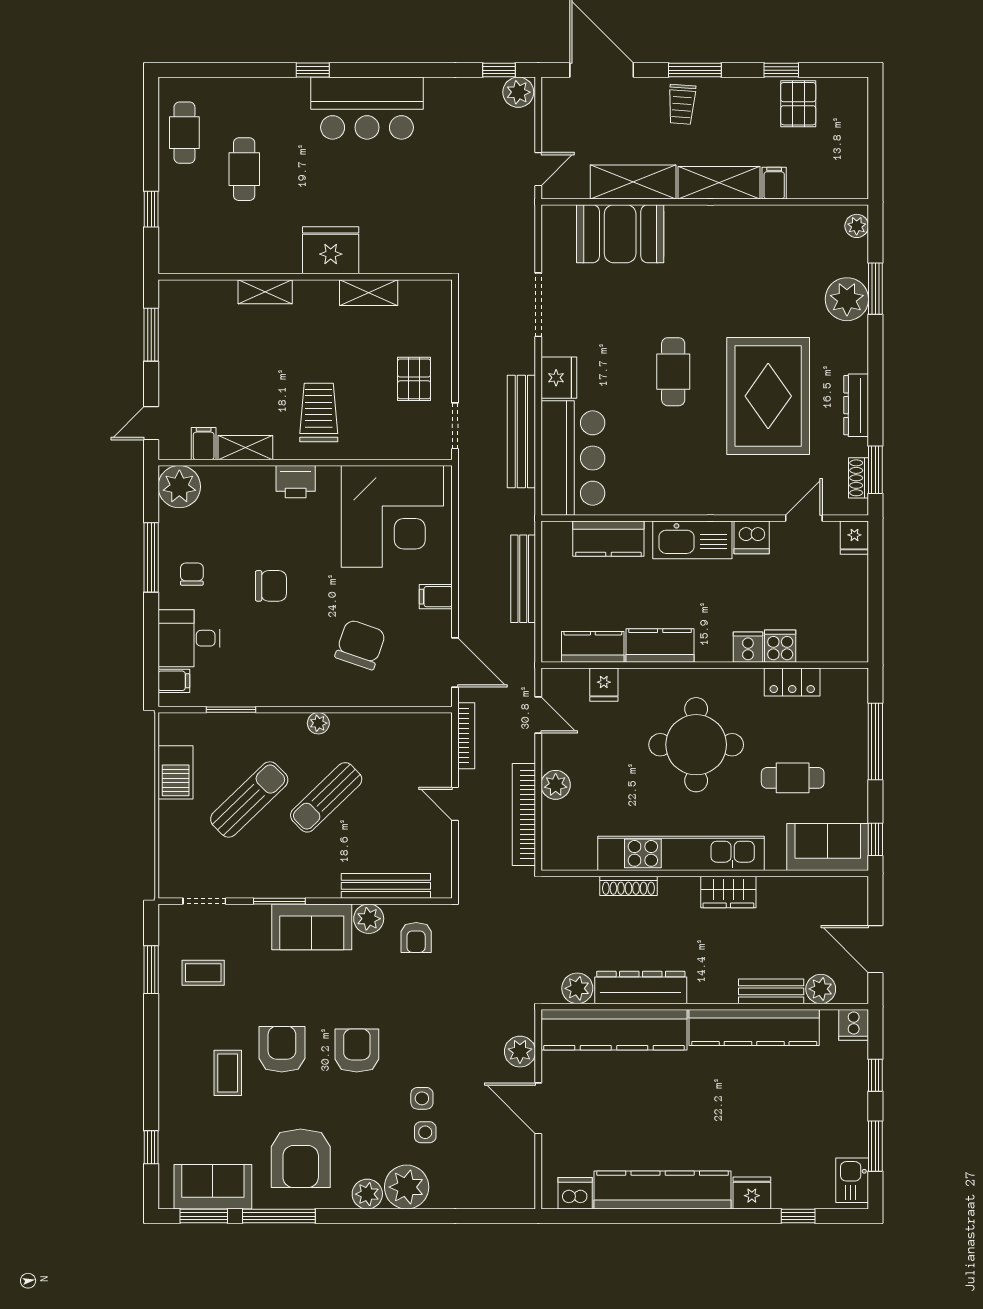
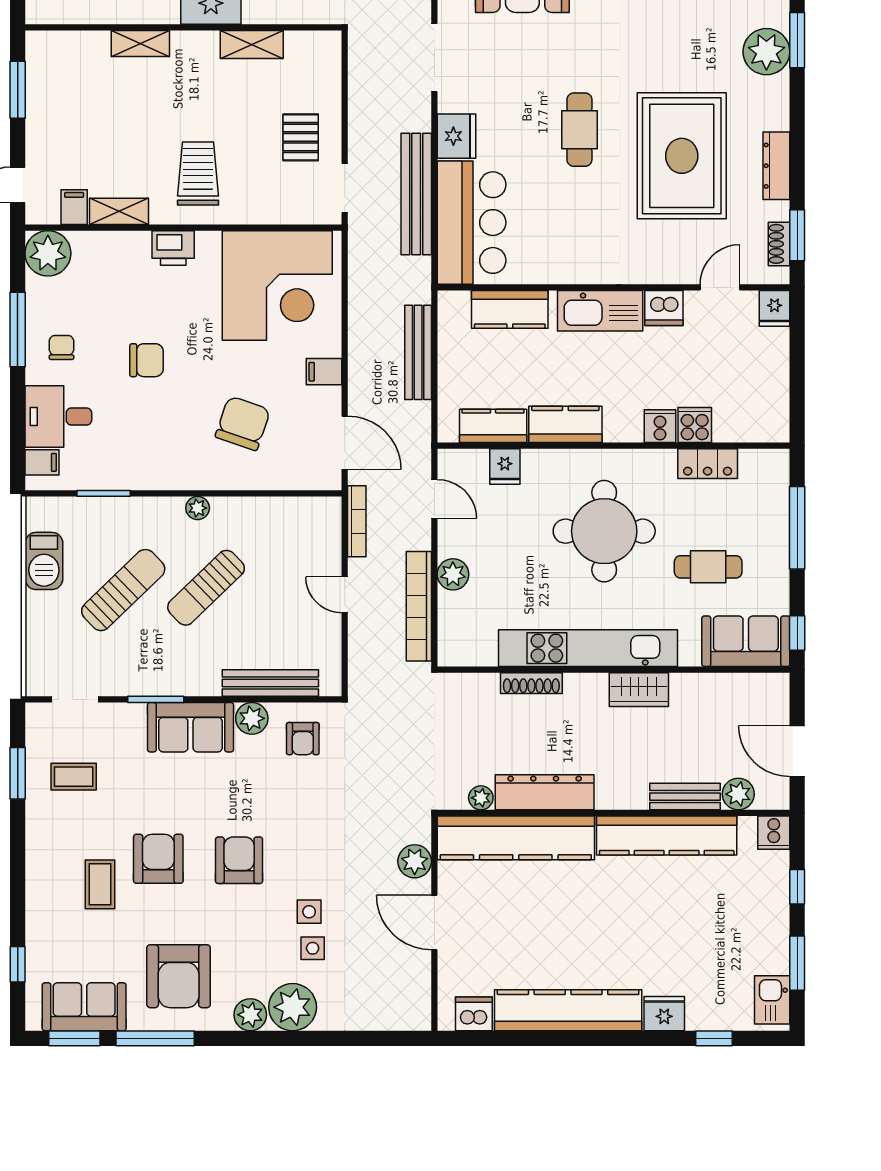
plant: (577, 988) -> (481, 798), width x0.73, depth x0.73

